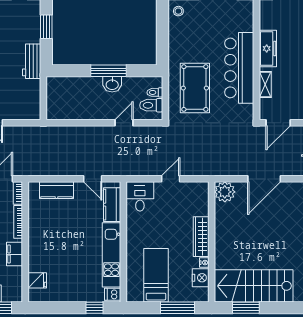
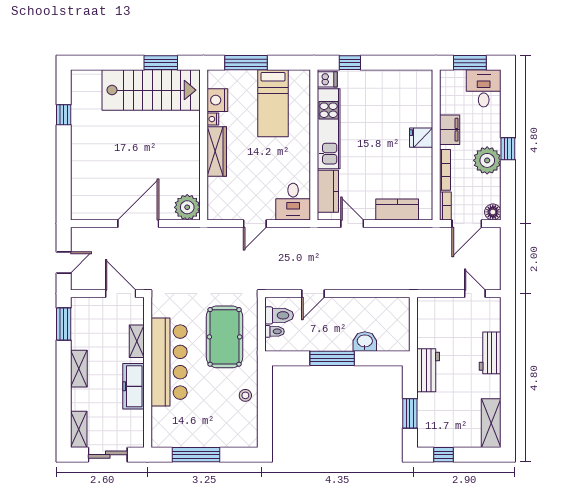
stool: (178, 11) -> (245, 395), moved
washbasin: (112, 84) -> (365, 342), moved
door: (278, 123) -> (121, 294), hinge flipped
fridge: (37, 280) -> (421, 138), moved

